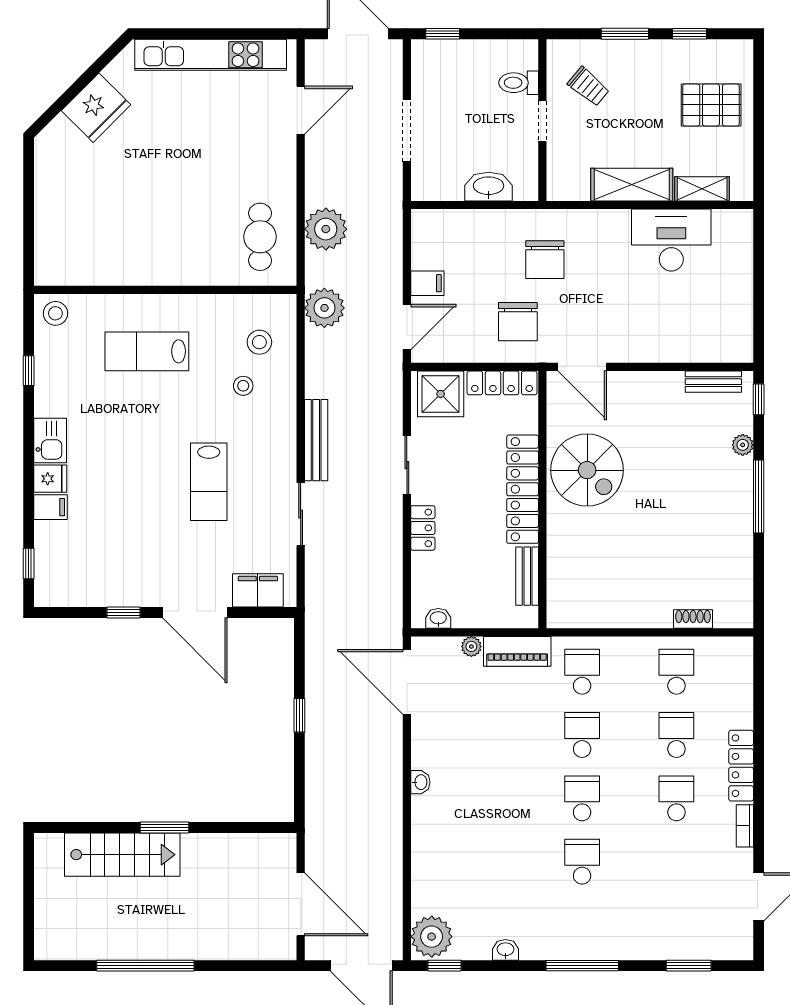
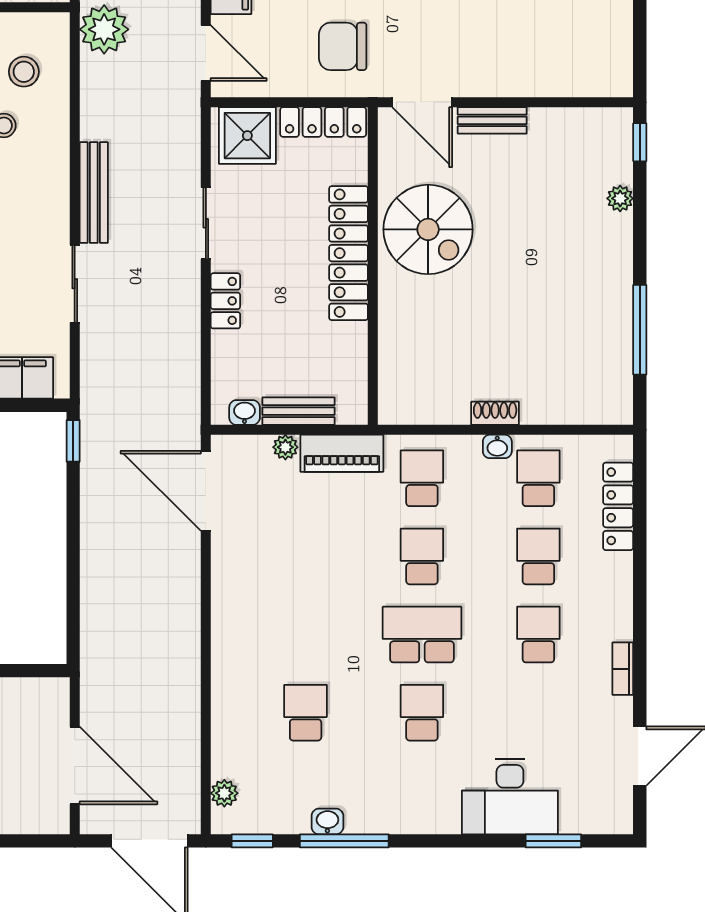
chair: (518, 322) -> (343, 46), turned 90
door: (407, 327) -> (206, 53), hinge flipped
bench: (713, 382) -> (492, 120), moved
window: (759, 497) -> (640, 330), moved
bench: (527, 576) -> (299, 411), moved, turned 90
shoe rack: (693, 619) -> (495, 413), moved
window: (299, 715) -> (73, 441), moved
locker: (741, 766) -> (618, 506), moved
washbasin: (420, 782) -> (497, 446), moved, turned 90
school desk: (582, 798) -> (422, 635), width x1.85
school desk: (488, 862) -> (306, 713), added
desk: (653, 930) -> (510, 797), added
plant: (432, 937) -> (224, 793), width x0.53, depth x0.53
window: (582, 966) -> (344, 841), moved

